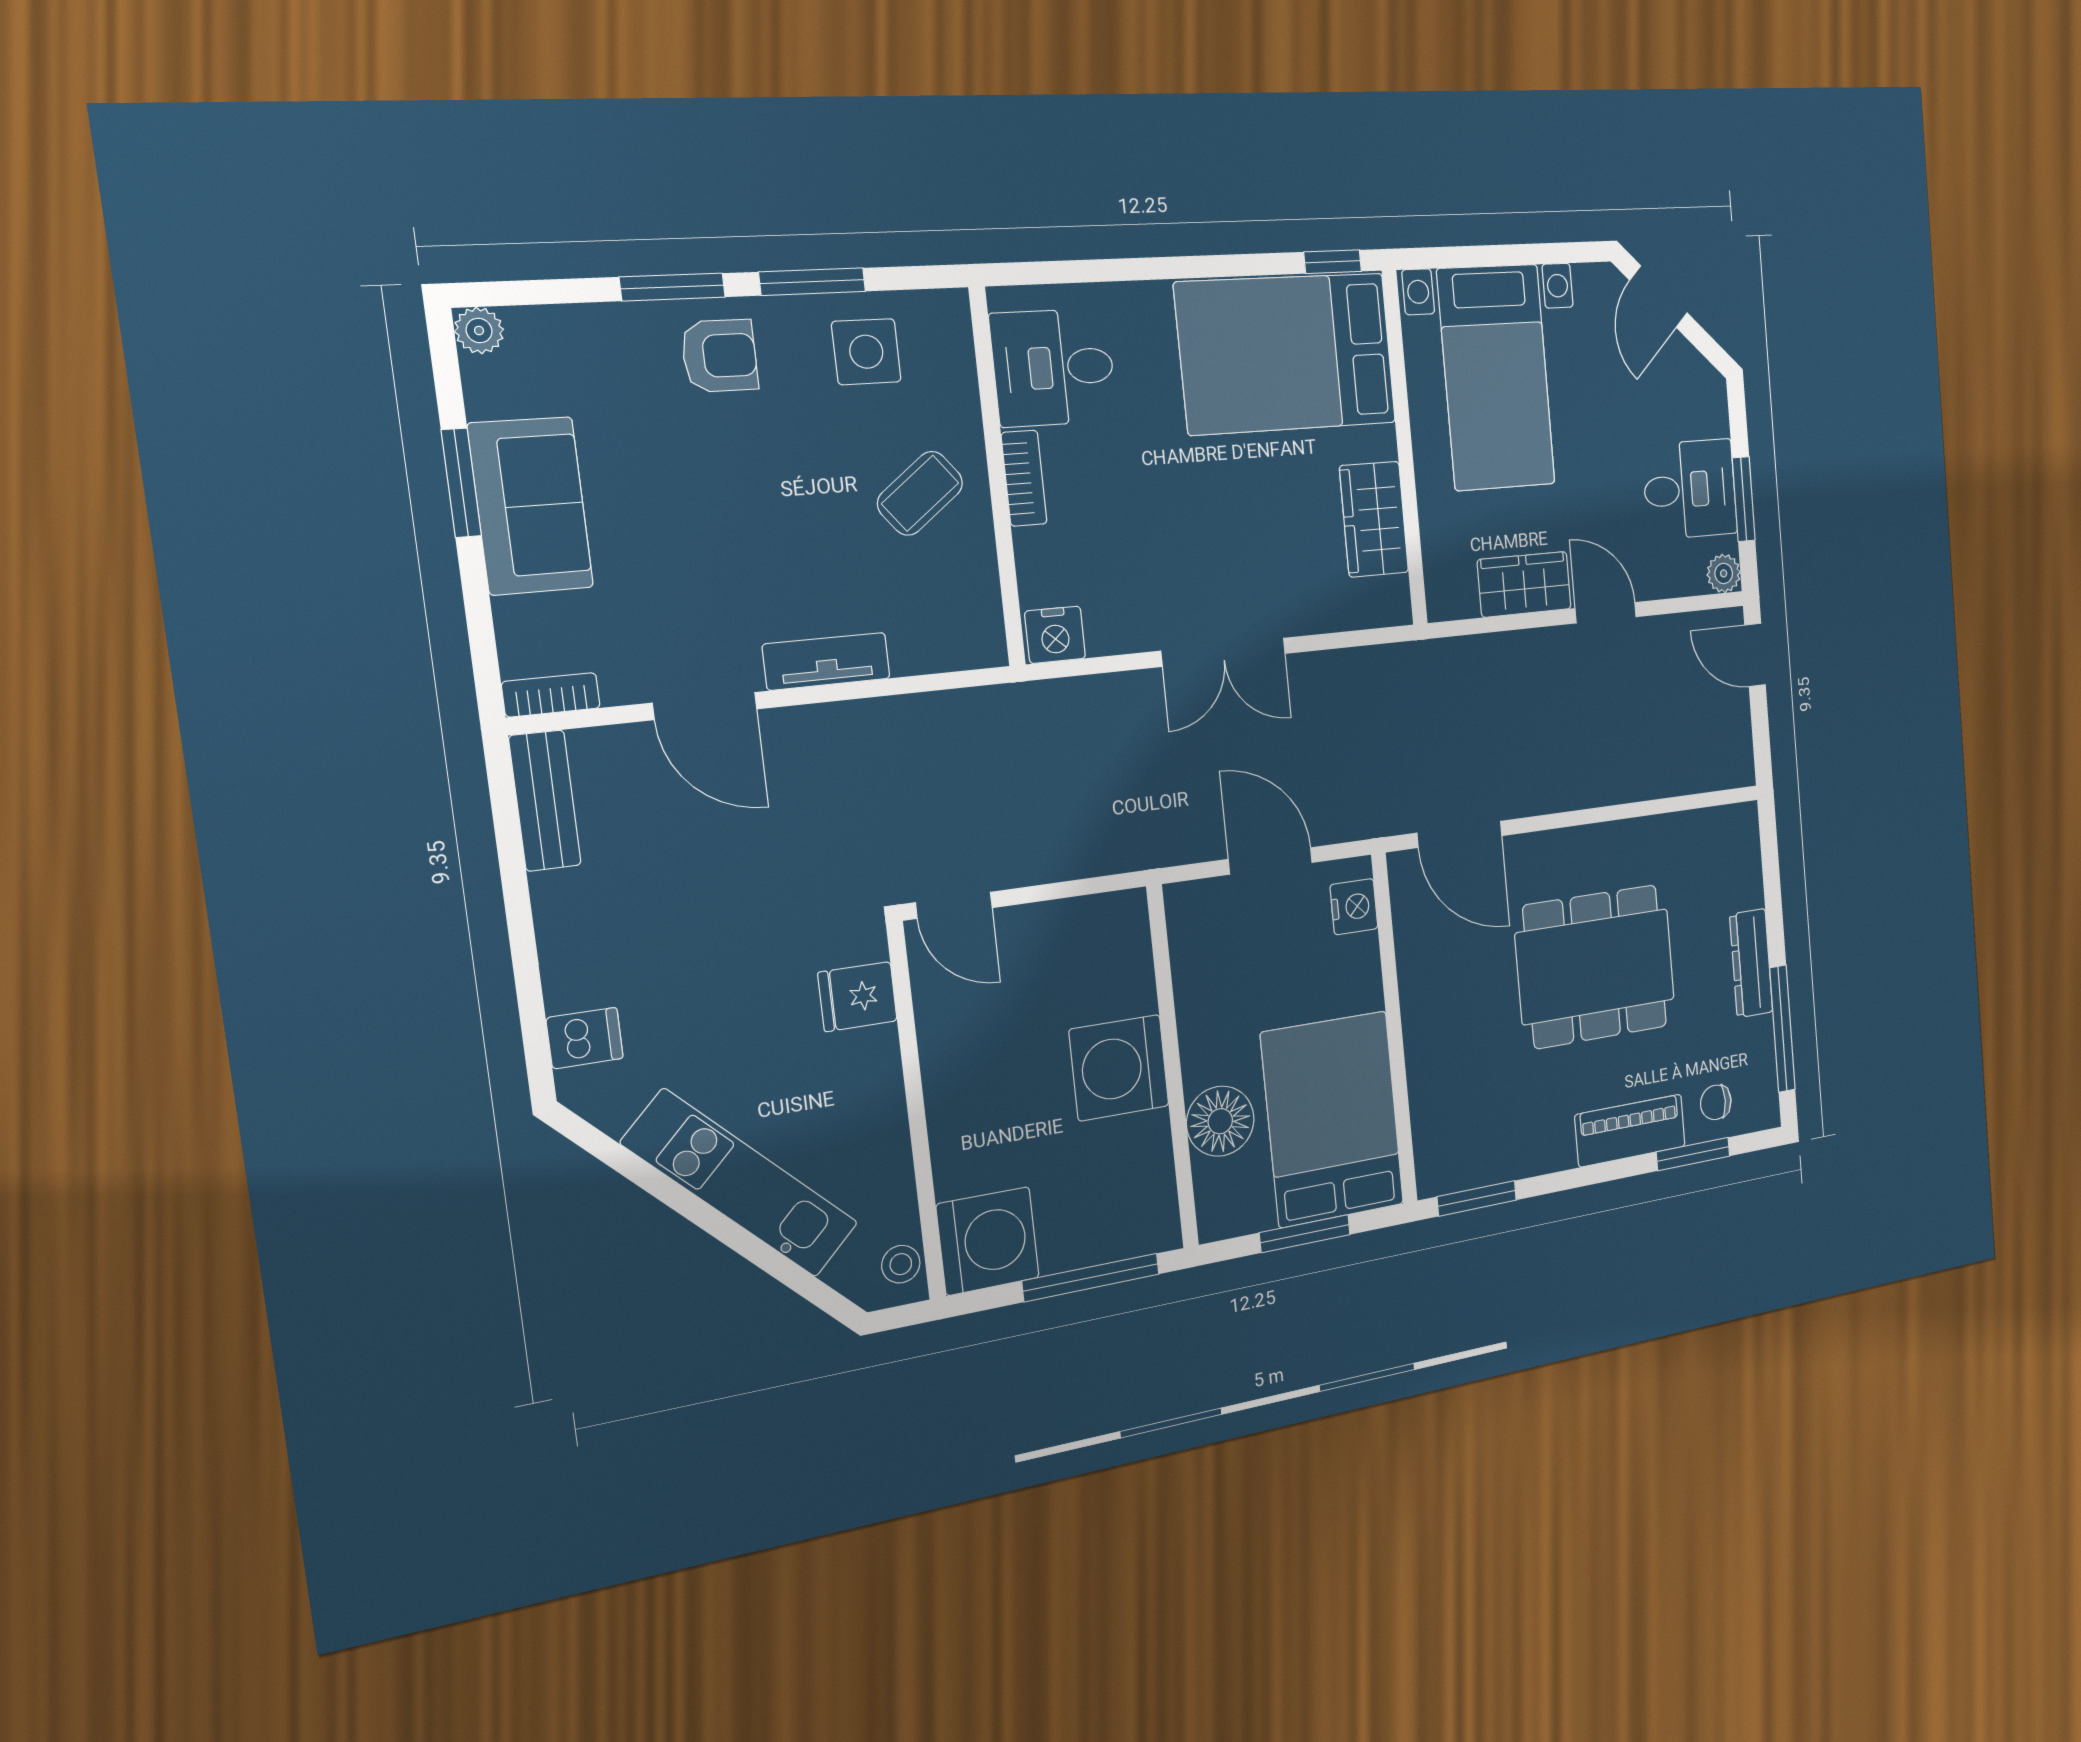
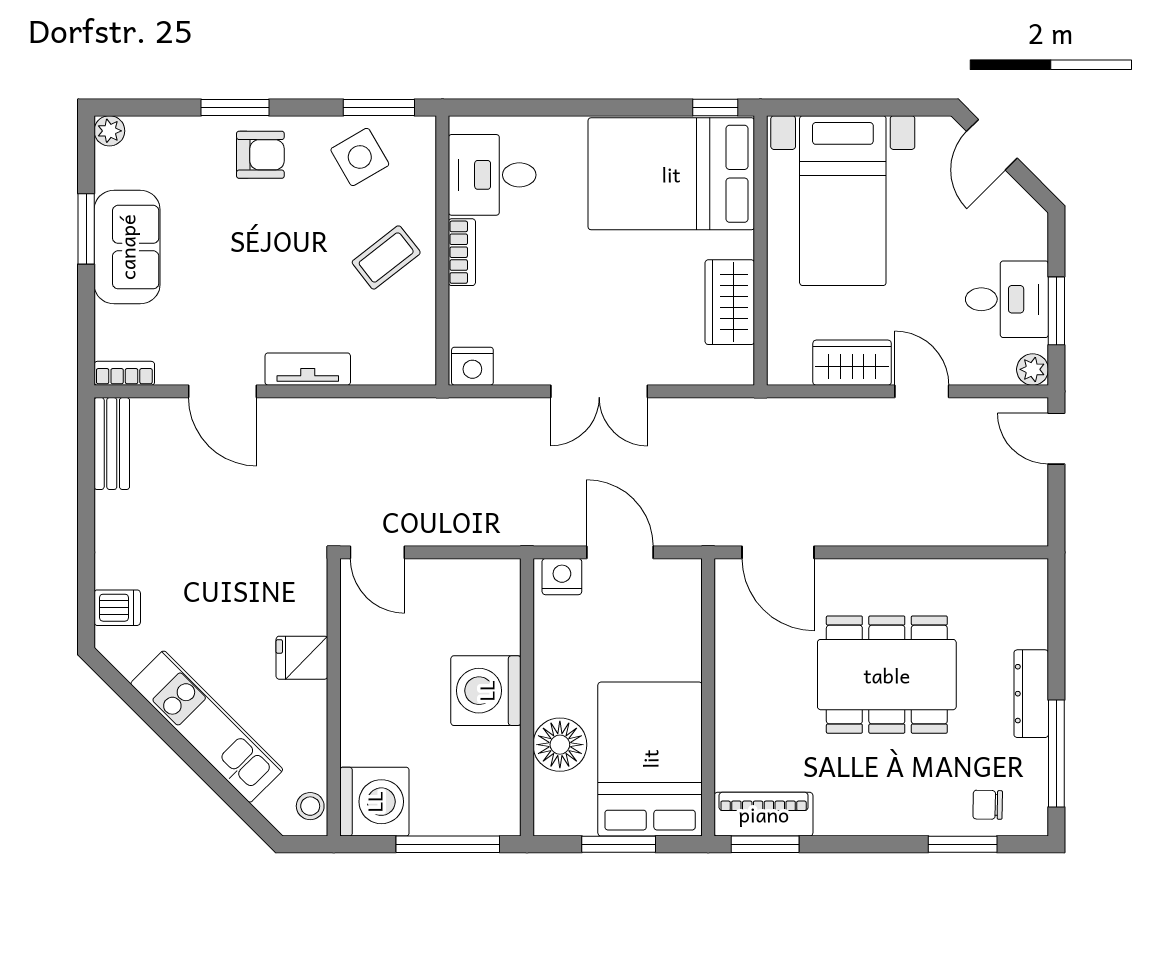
window: (812, 282) -> (379, 108), moved
side table: (866, 352) -> (360, 157), turned -30
nightstand: (1354, 907) -> (562, 577), moved, turned -90
fridge: (857, 997) -> (302, 658), moved
piano: (1630, 1131) -> (764, 814), moved

